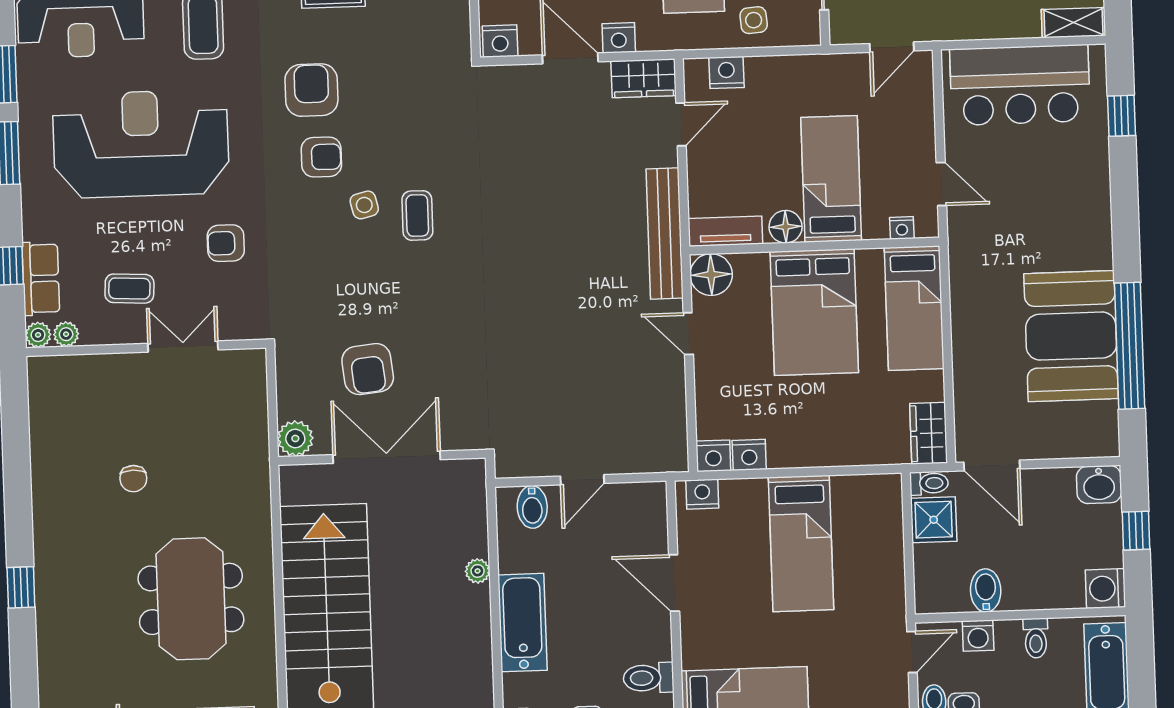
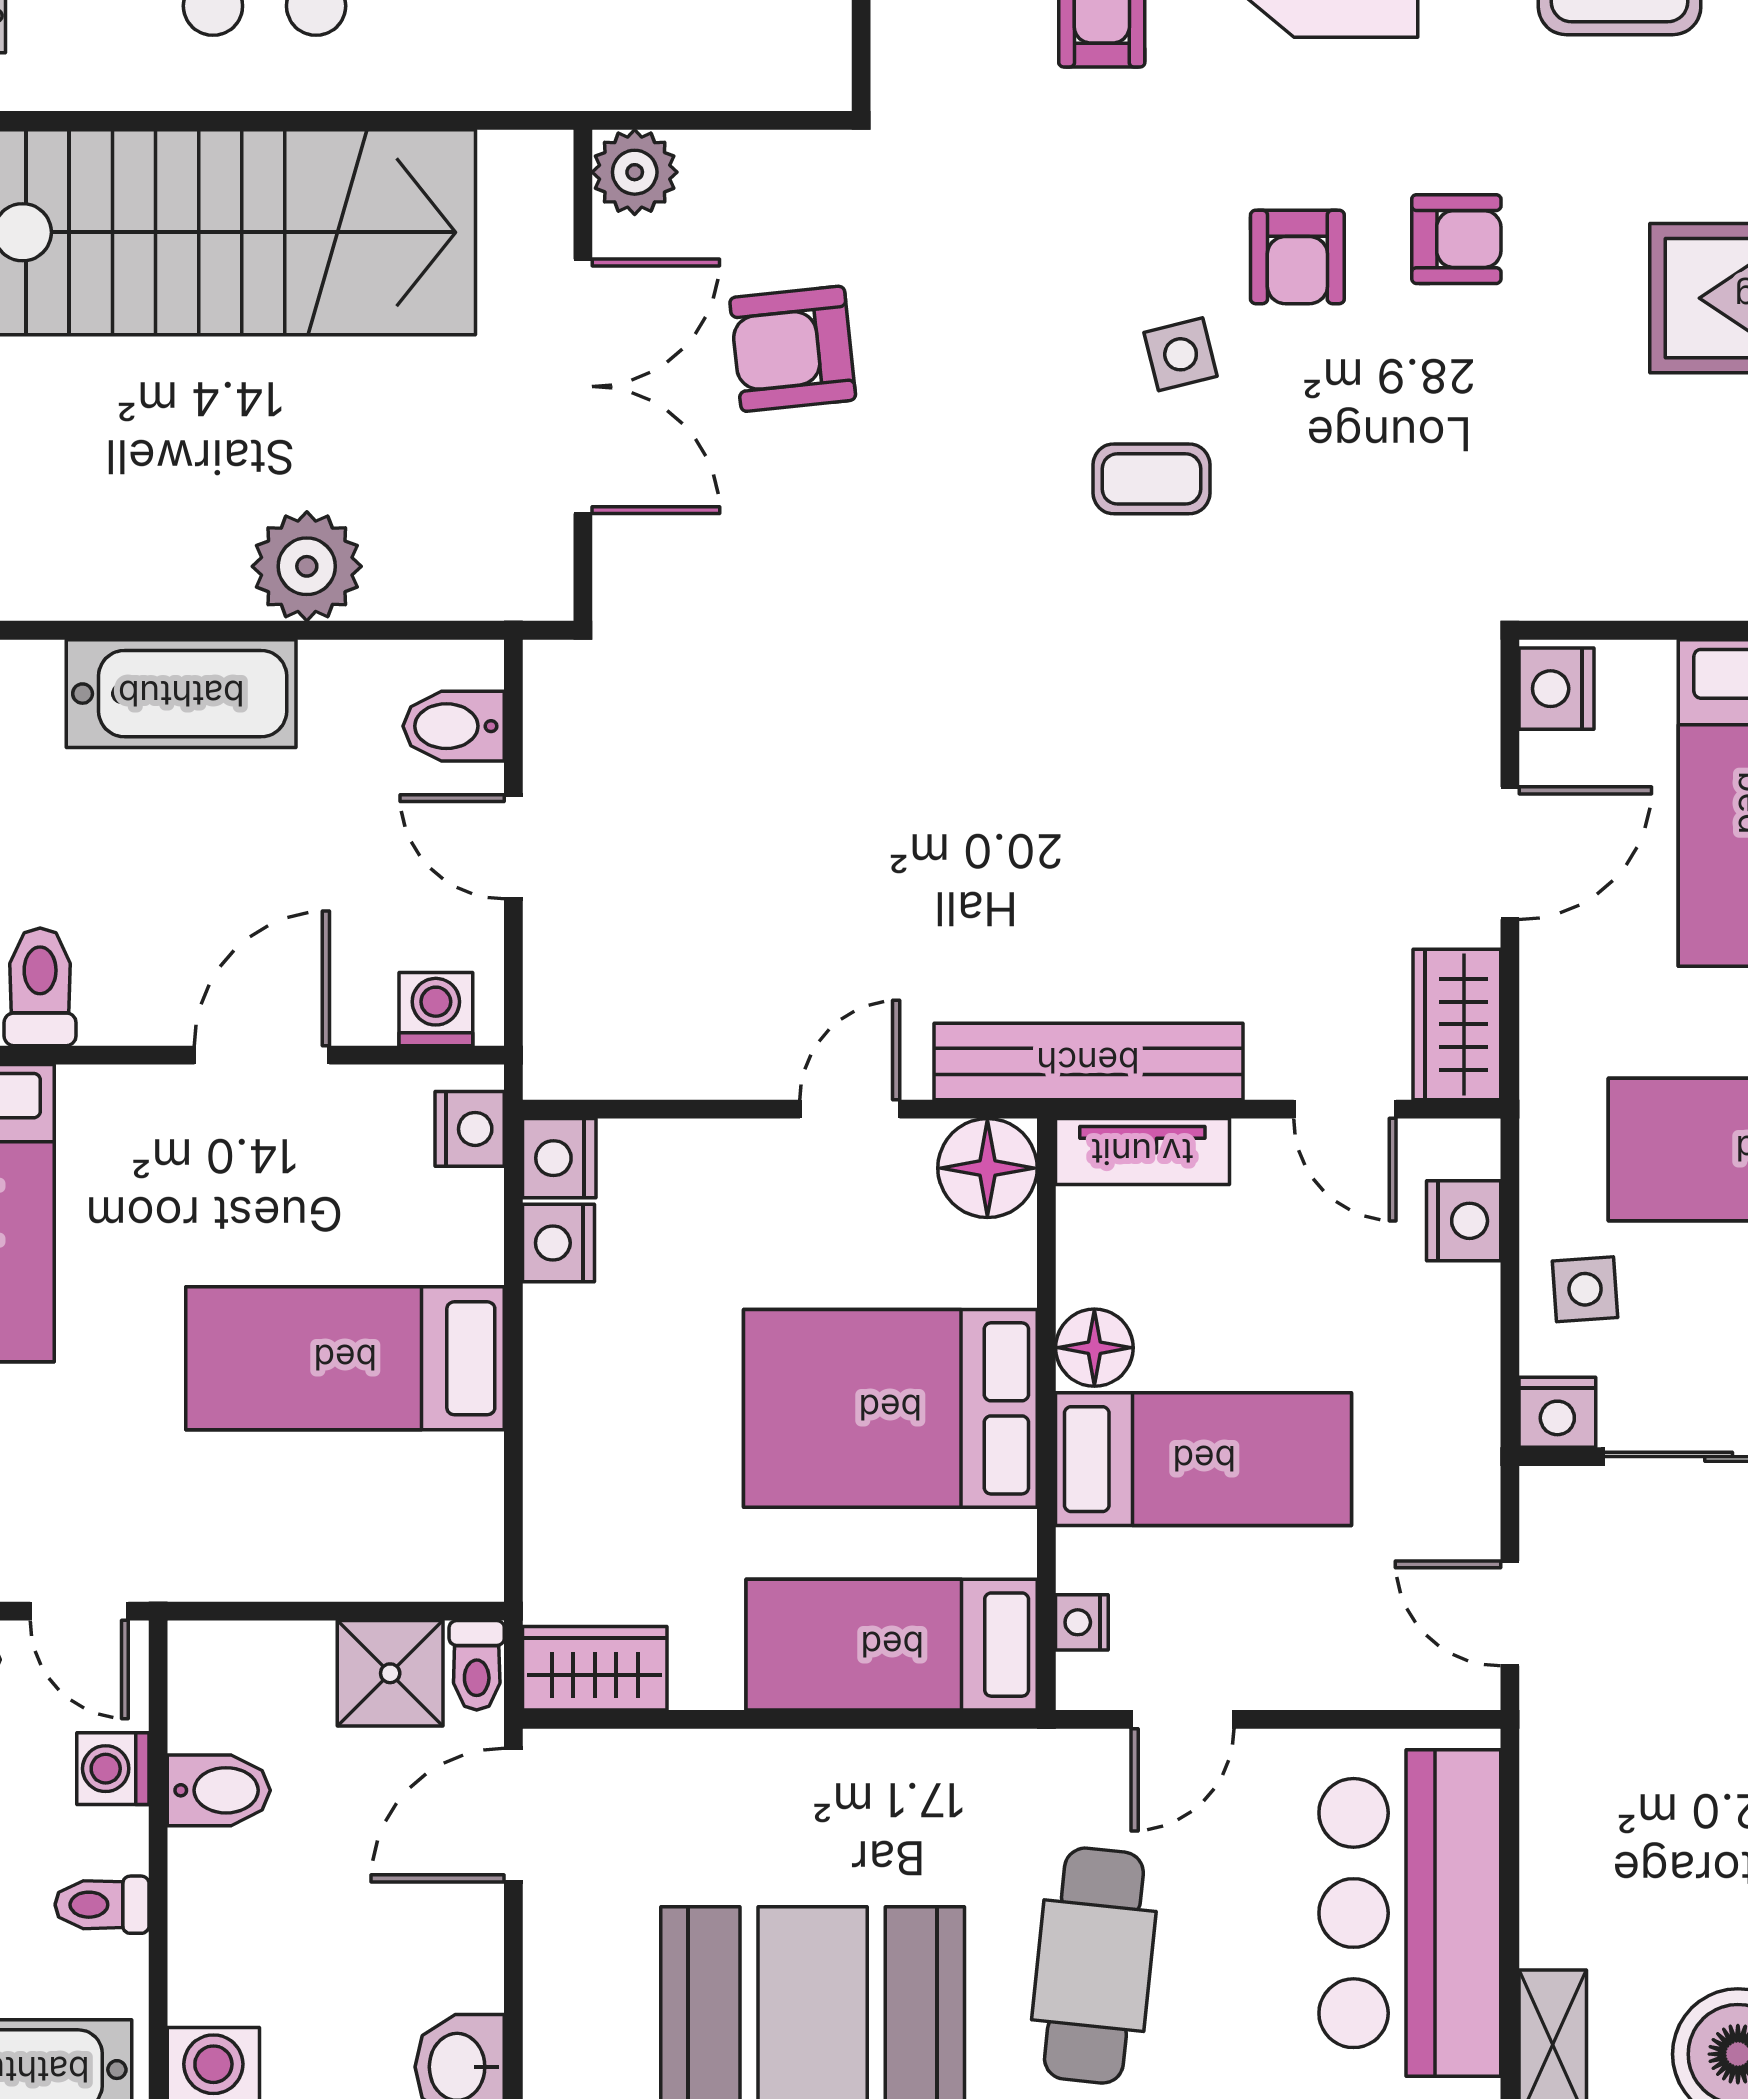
nightstand: (619, 38) -> (1557, 1412), moved, turned -90
armchair: (311, 90) -> (1456, 239), width x0.72, depth x0.72
cafe table: (1047, 218) -> (1094, 1966), added
tv unit: (725, 231) -> (1142, 1152), moved, turned 90
washing machine: (652, 510) -> (436, 1009), added
plant: (478, 571) -> (307, 566), width x1.88, depth x1.88

